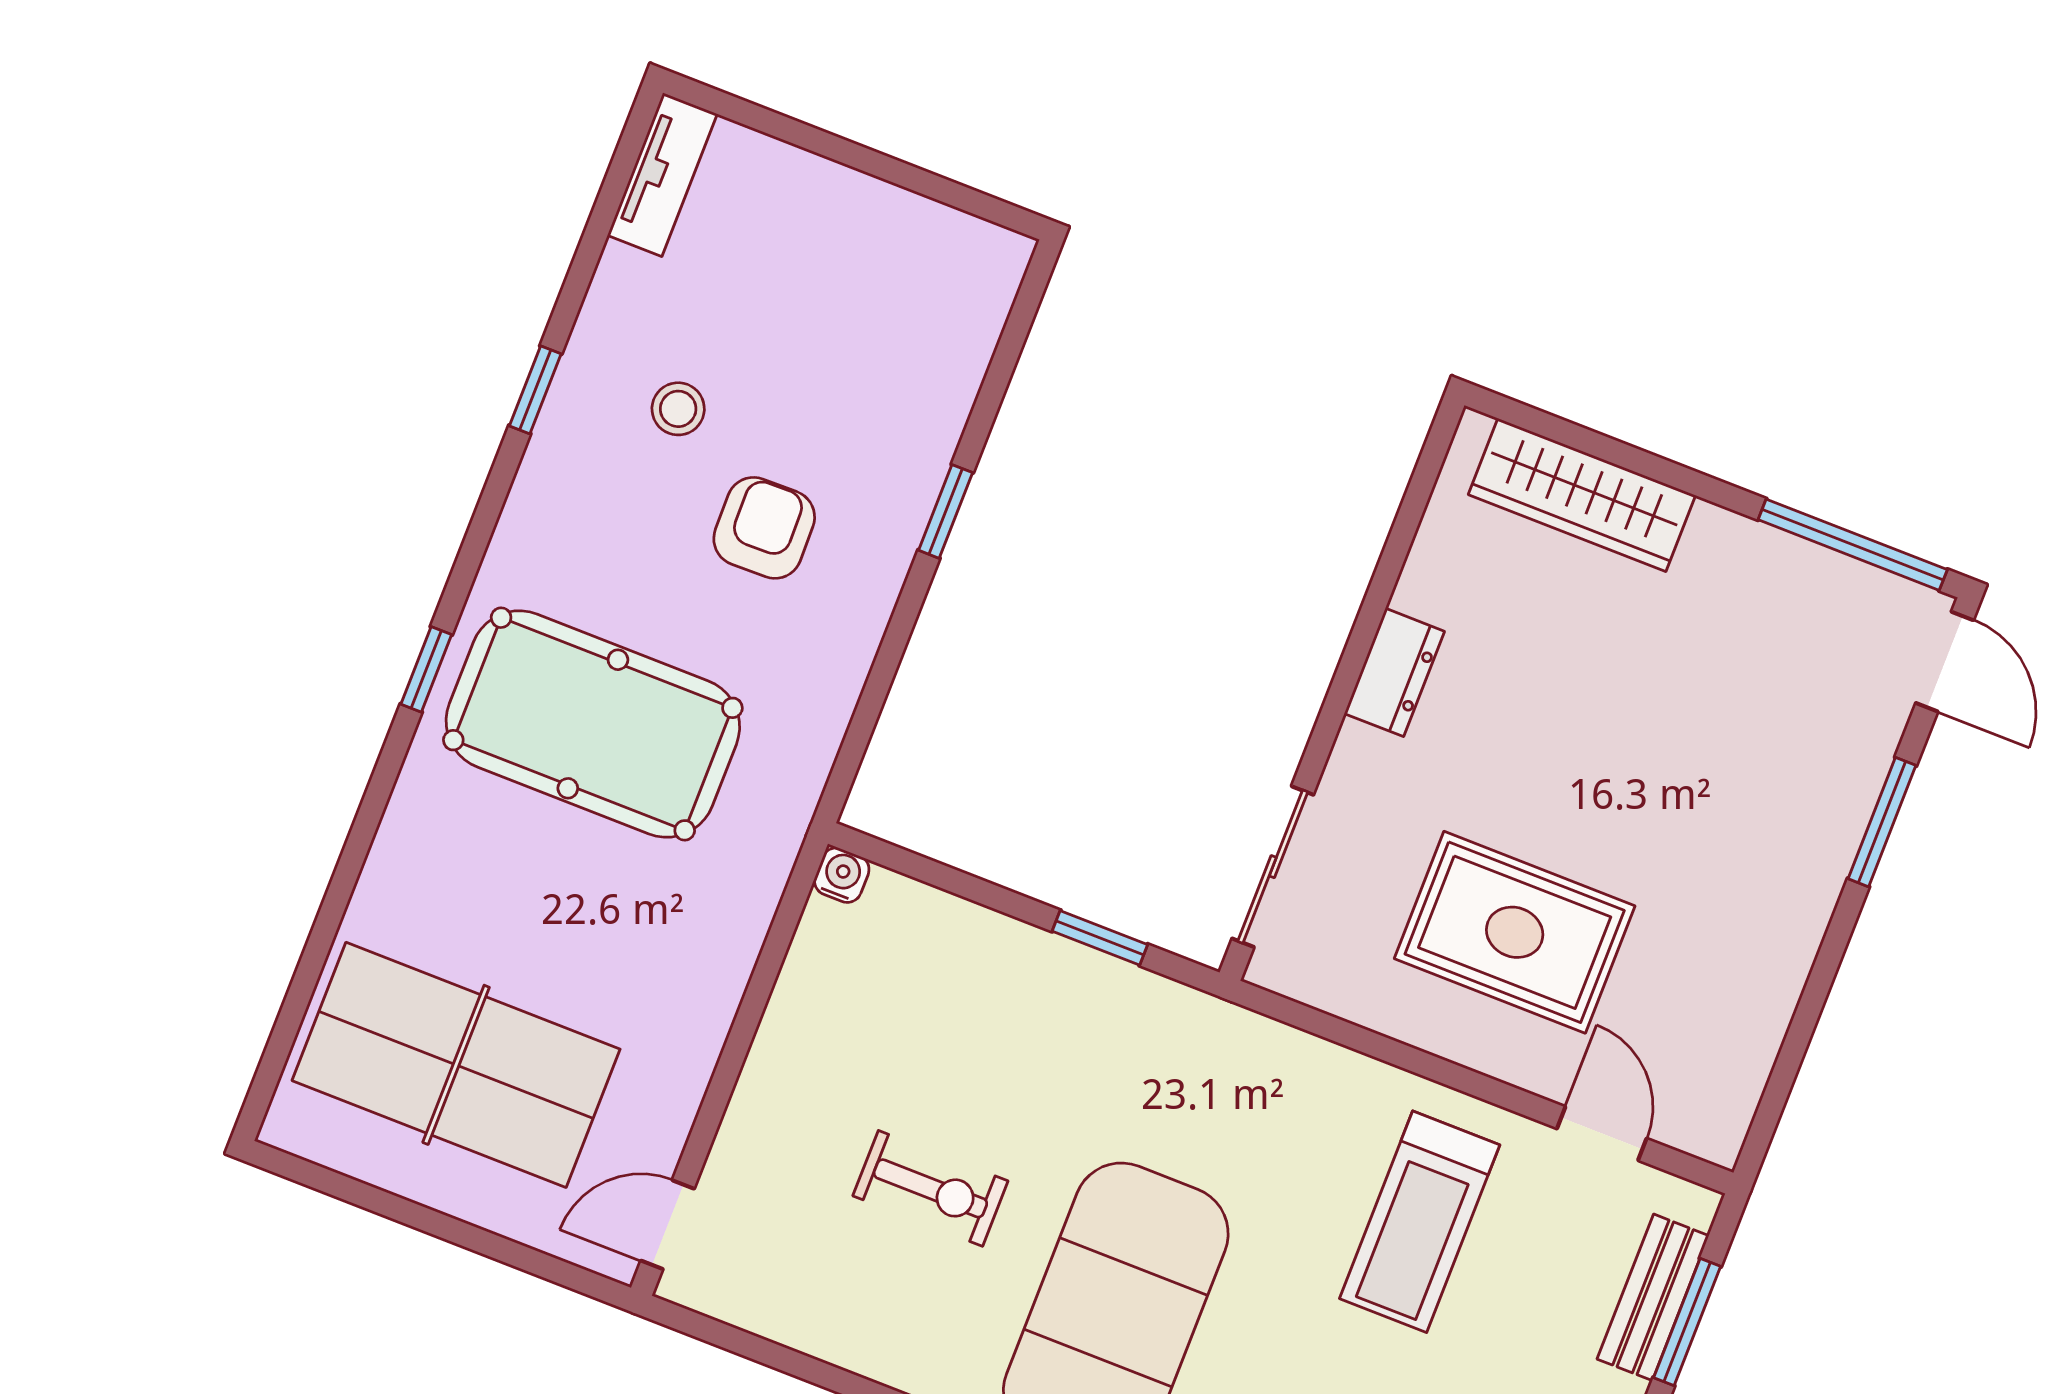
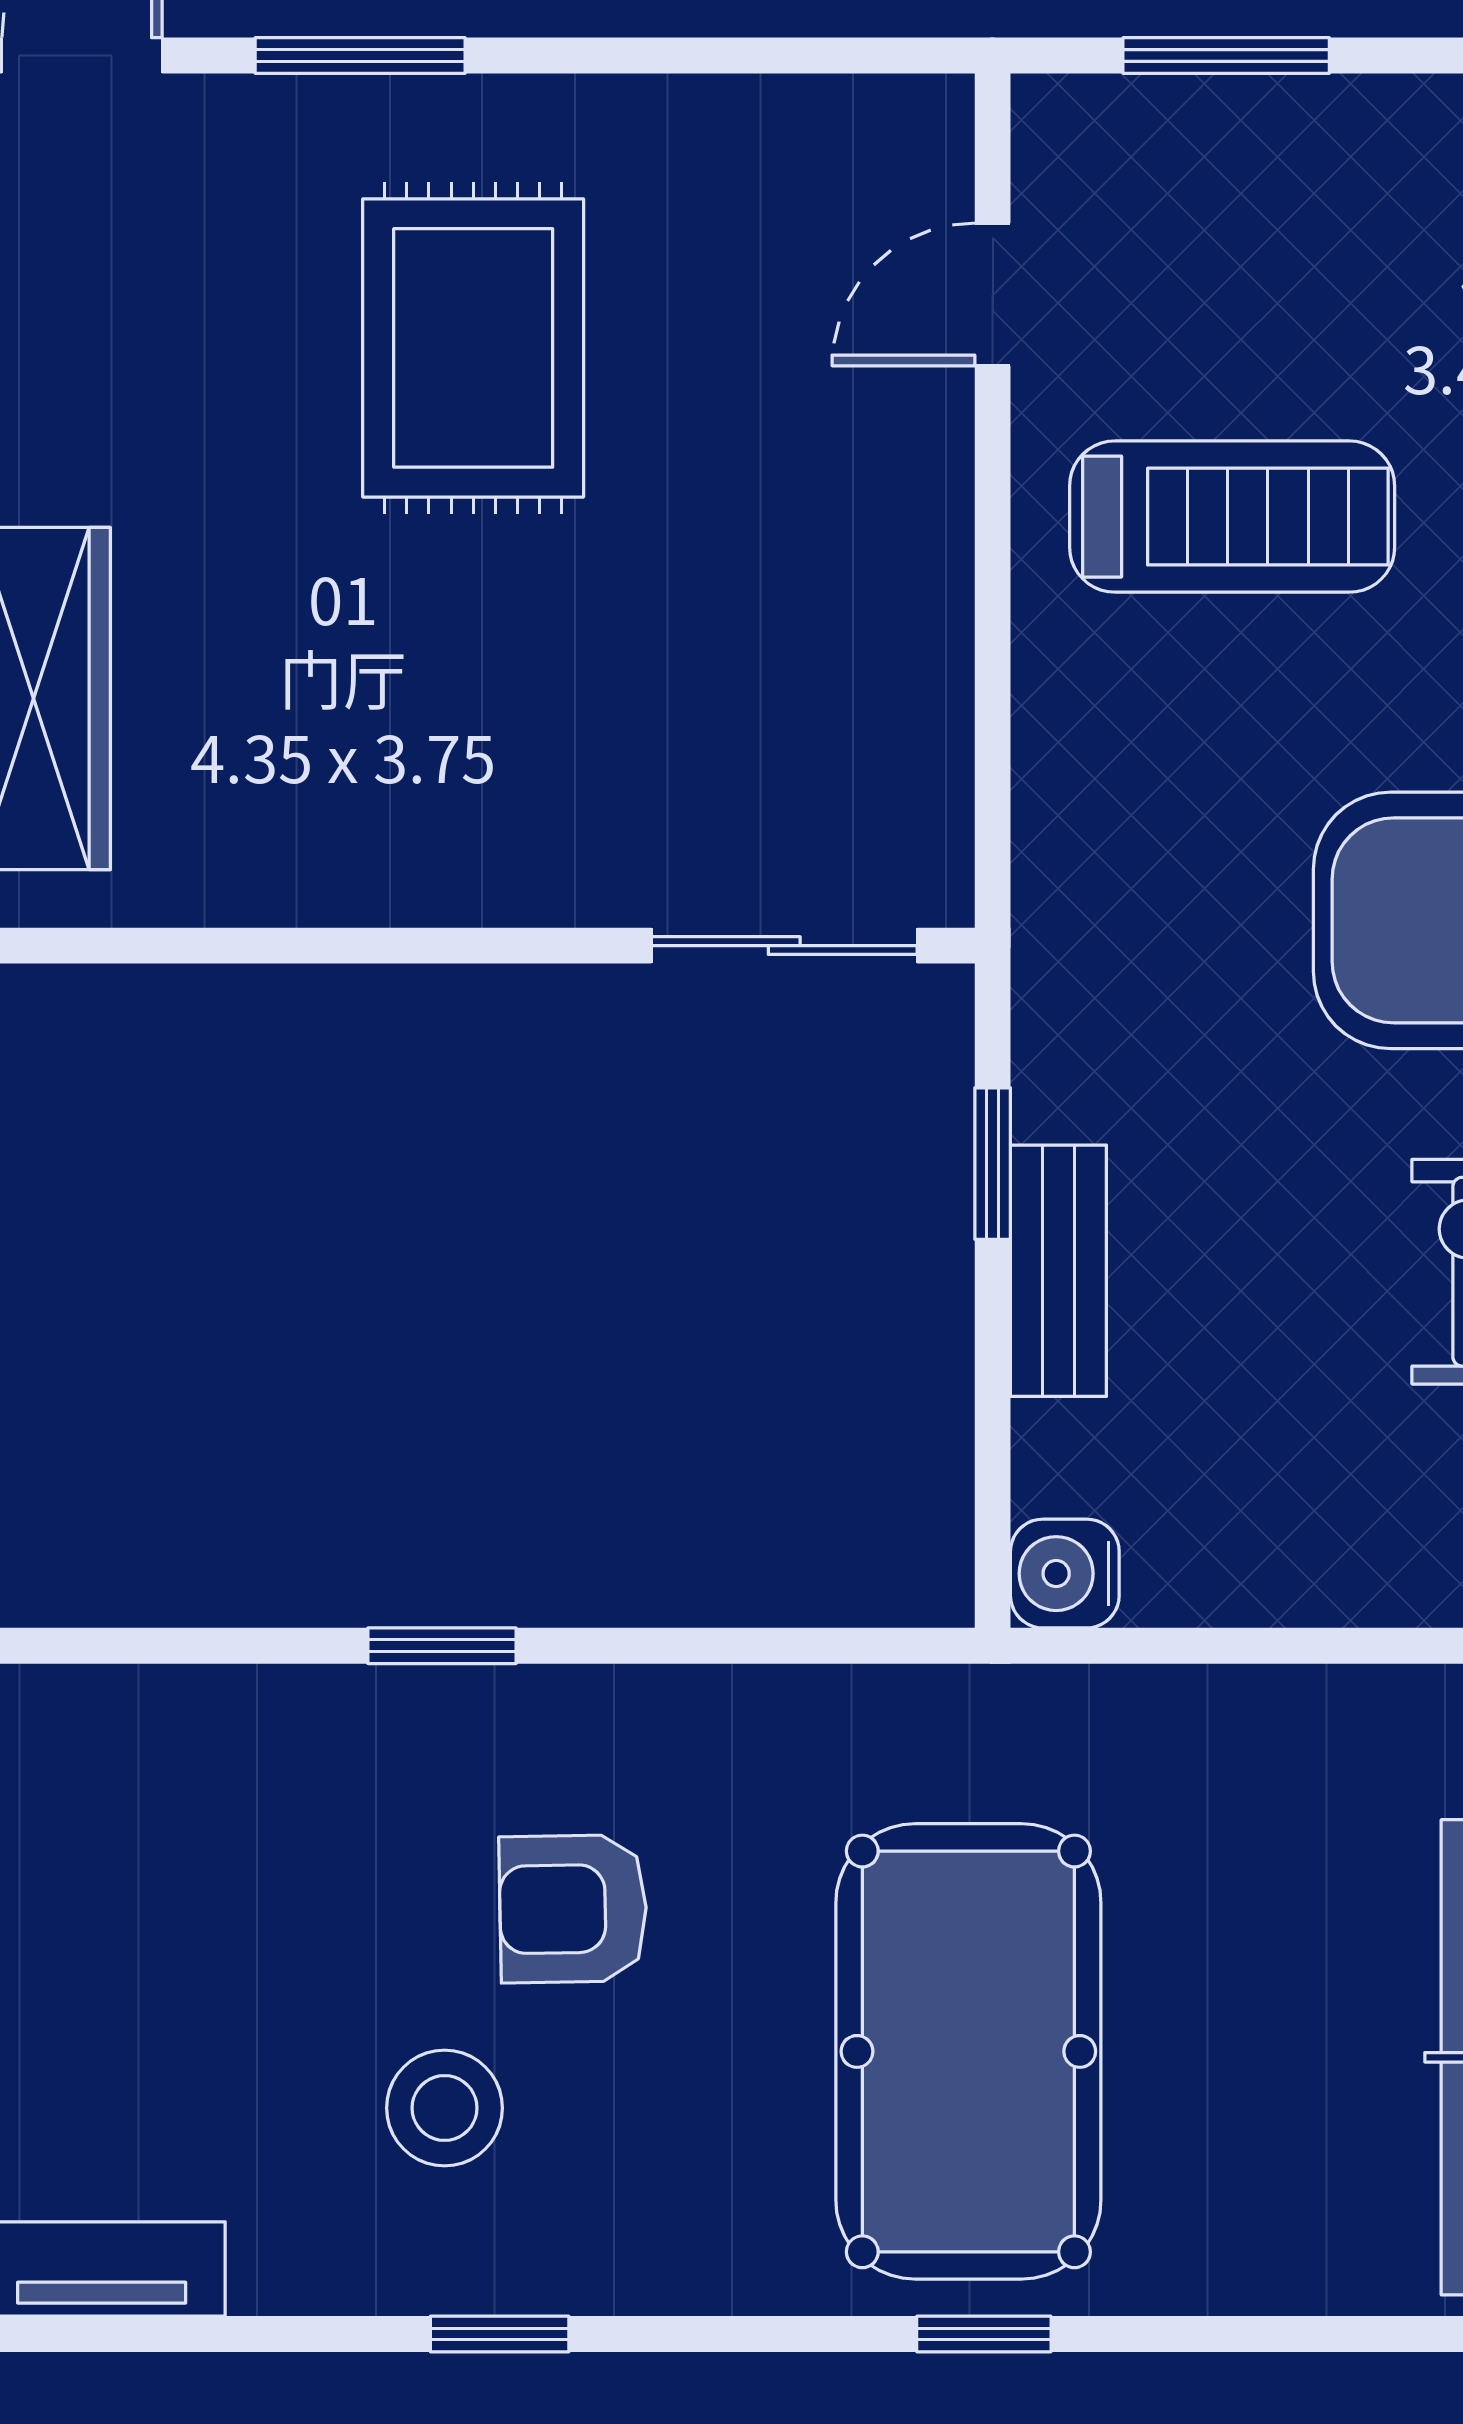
stool: (678, 409) -> (445, 2108), width x1.37, depth x1.37
dresser: (1394, 672) -> (421, 876), removed
water cooler: (842, 875) -> (1065, 1574), width x1.38, depth x1.38
rug: (1515, 932) -> (473, 348), moved
bench: (1653, 1297) -> (1058, 1271), moved, turned 90

